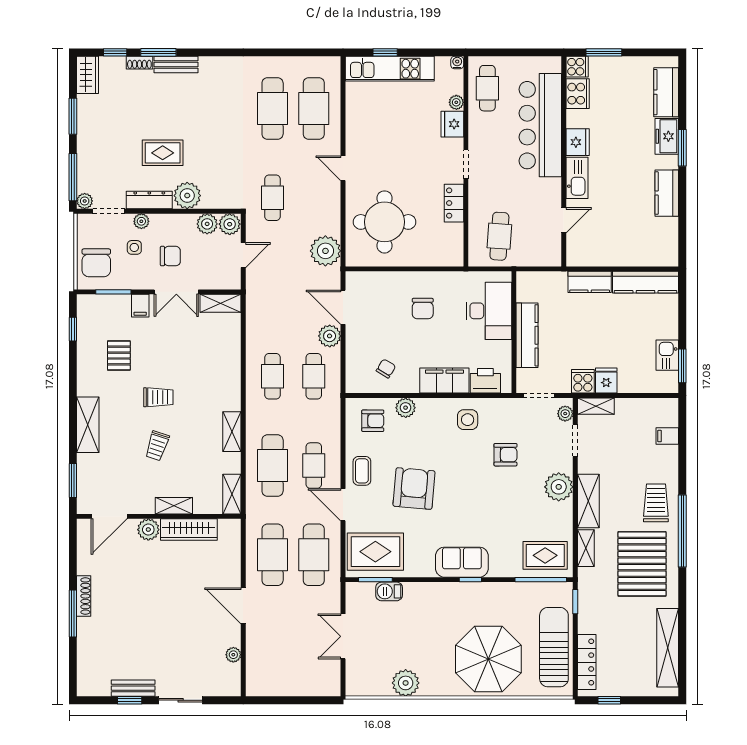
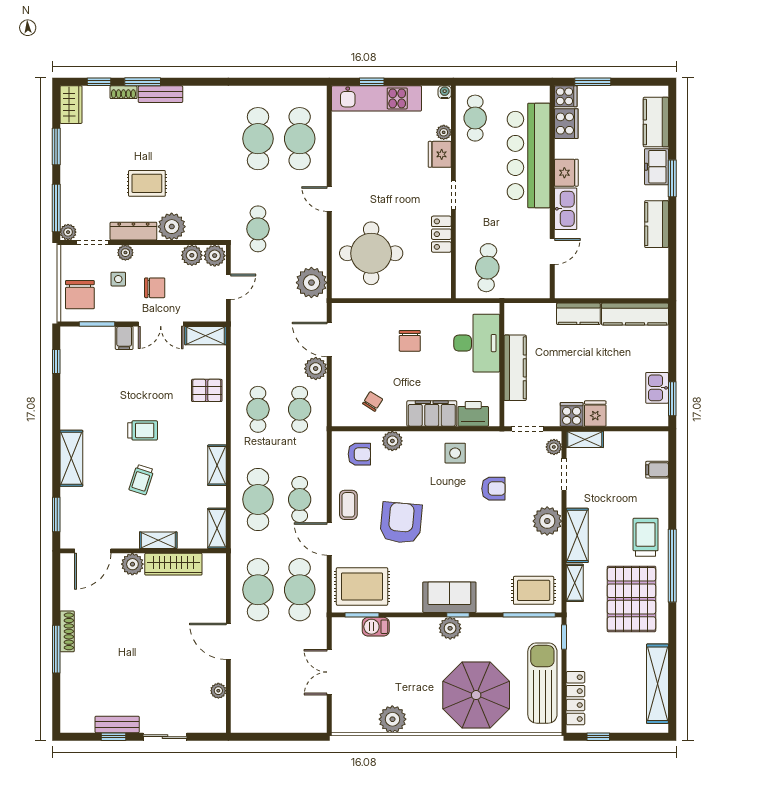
pallet: (119, 356) -> (207, 390), moved, turned 90
plant: (463, 593) -> (450, 628), added

